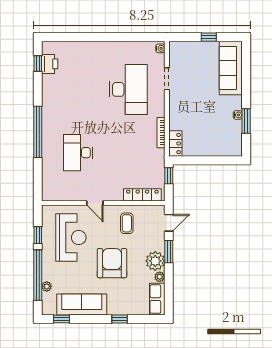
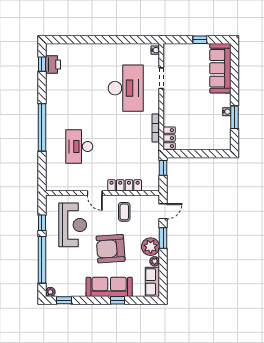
locker: (142, 195) -> (125, 185), moved
armchair: (112, 263) -> (111, 249), turned -94
plant: (47, 286) -> (50, 292), moved
sofa: (82, 304) -> (109, 287), moved

